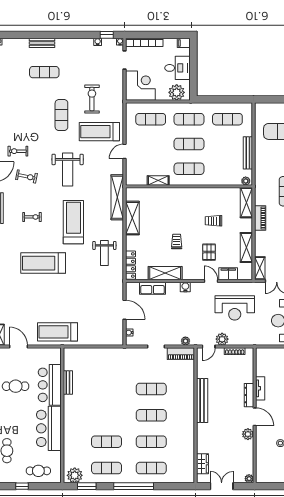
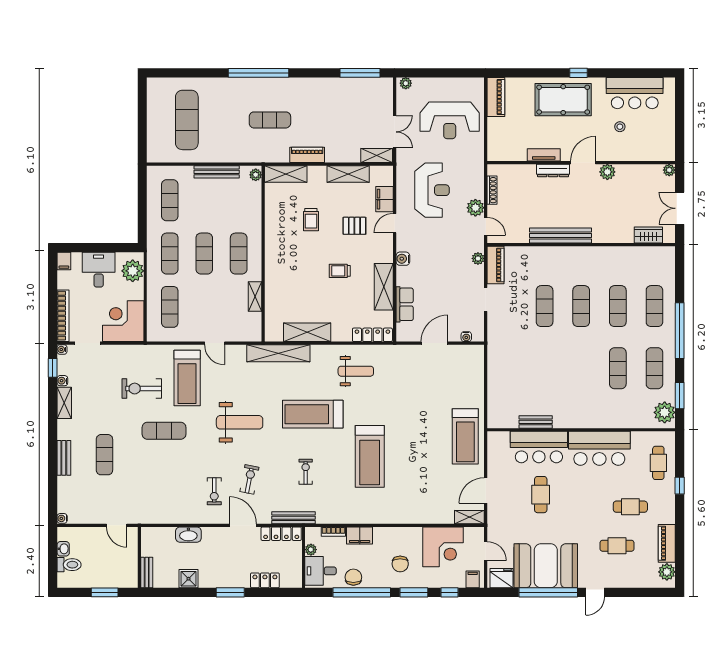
shelving: (82, 43) -> (64, 403), added

